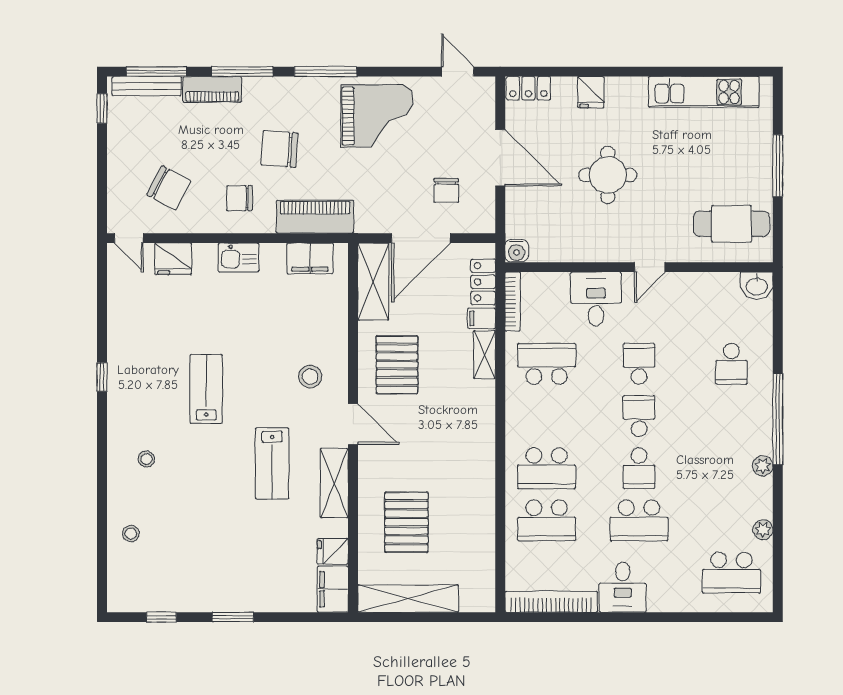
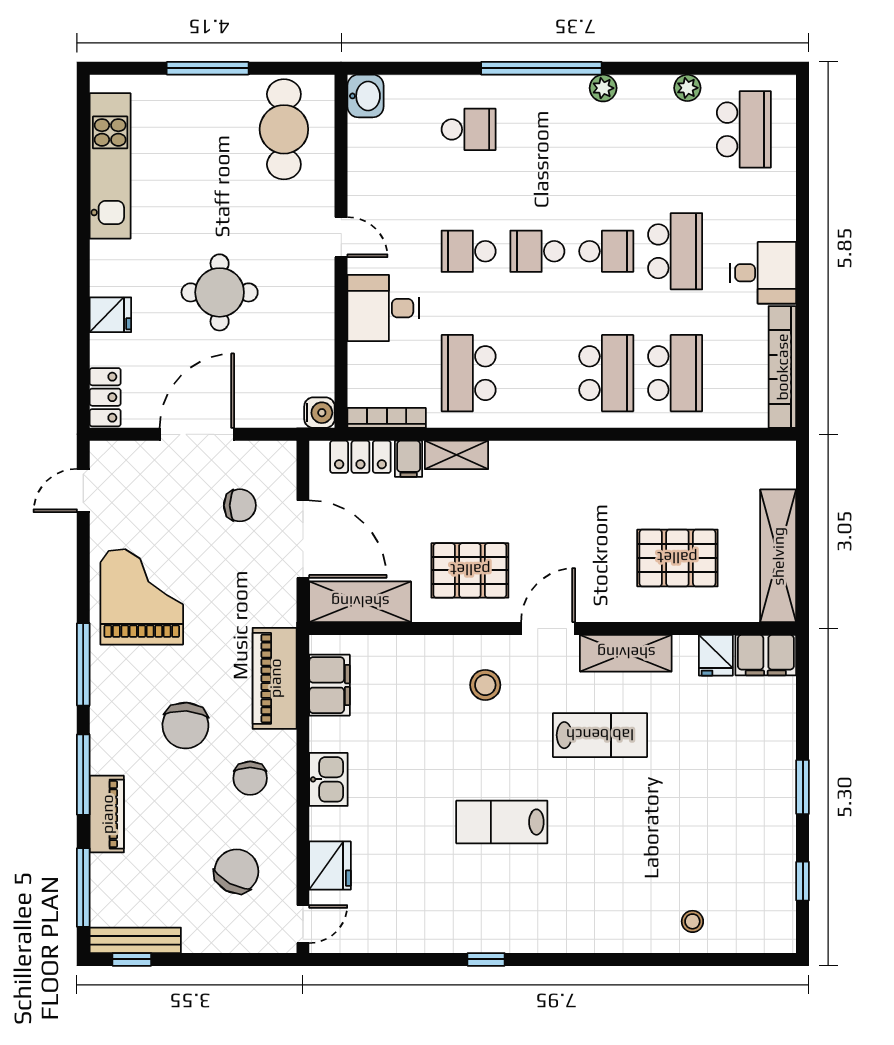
bench: (147, 86) -> (135, 940), moved, turned 90
stool: (146, 459) -> (594, 901), removed

